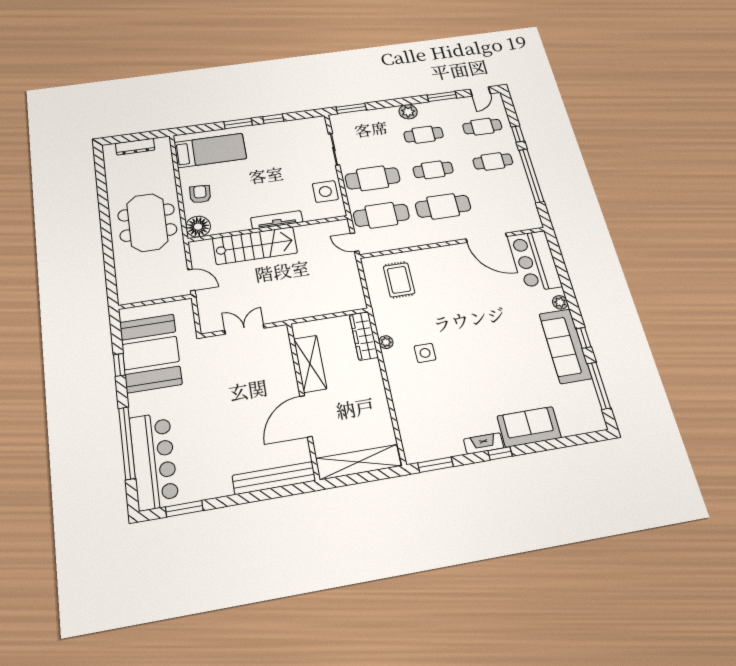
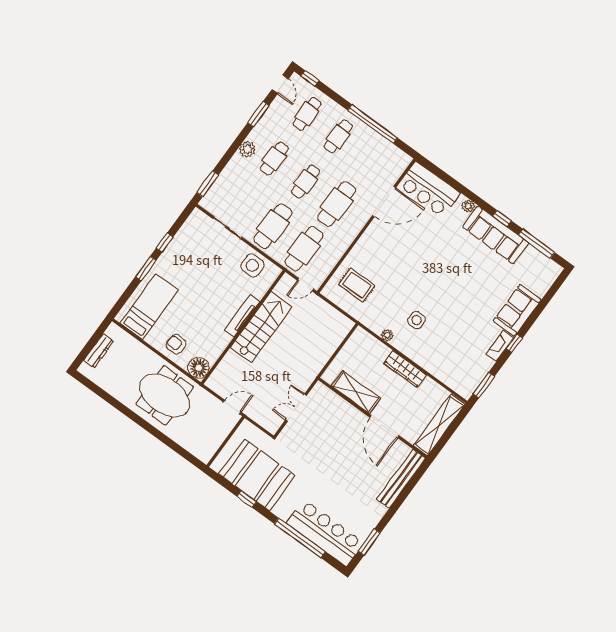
window: (518, 134) -> (310, 78), moved
stairs: (255, 246) -> (261, 327), moved
wardrobe: (364, 336) -> (405, 369), moved

